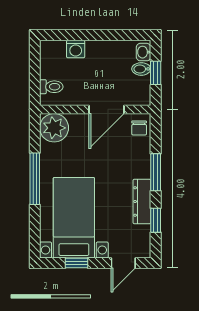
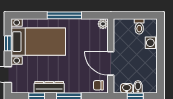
washbasin: (144, 52) -> (127, 88), moved
toilet: (51, 87) -> (139, 26), moved
plant: (54, 128) -> (103, 24), width x0.53, depth x0.53

